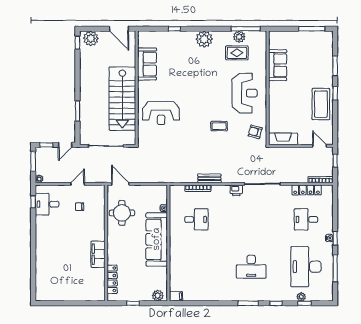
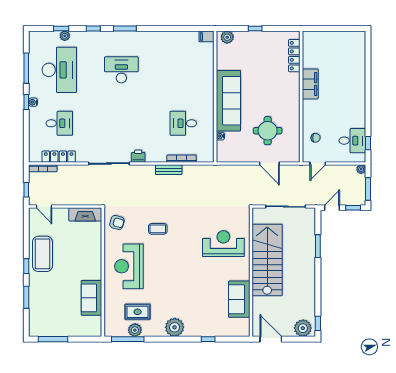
wall: (106, 243) -> (301, 97), moved
filing cabinet: (98, 254) -> (310, 84), moved
locker: (112, 279) -> (294, 56), moved

